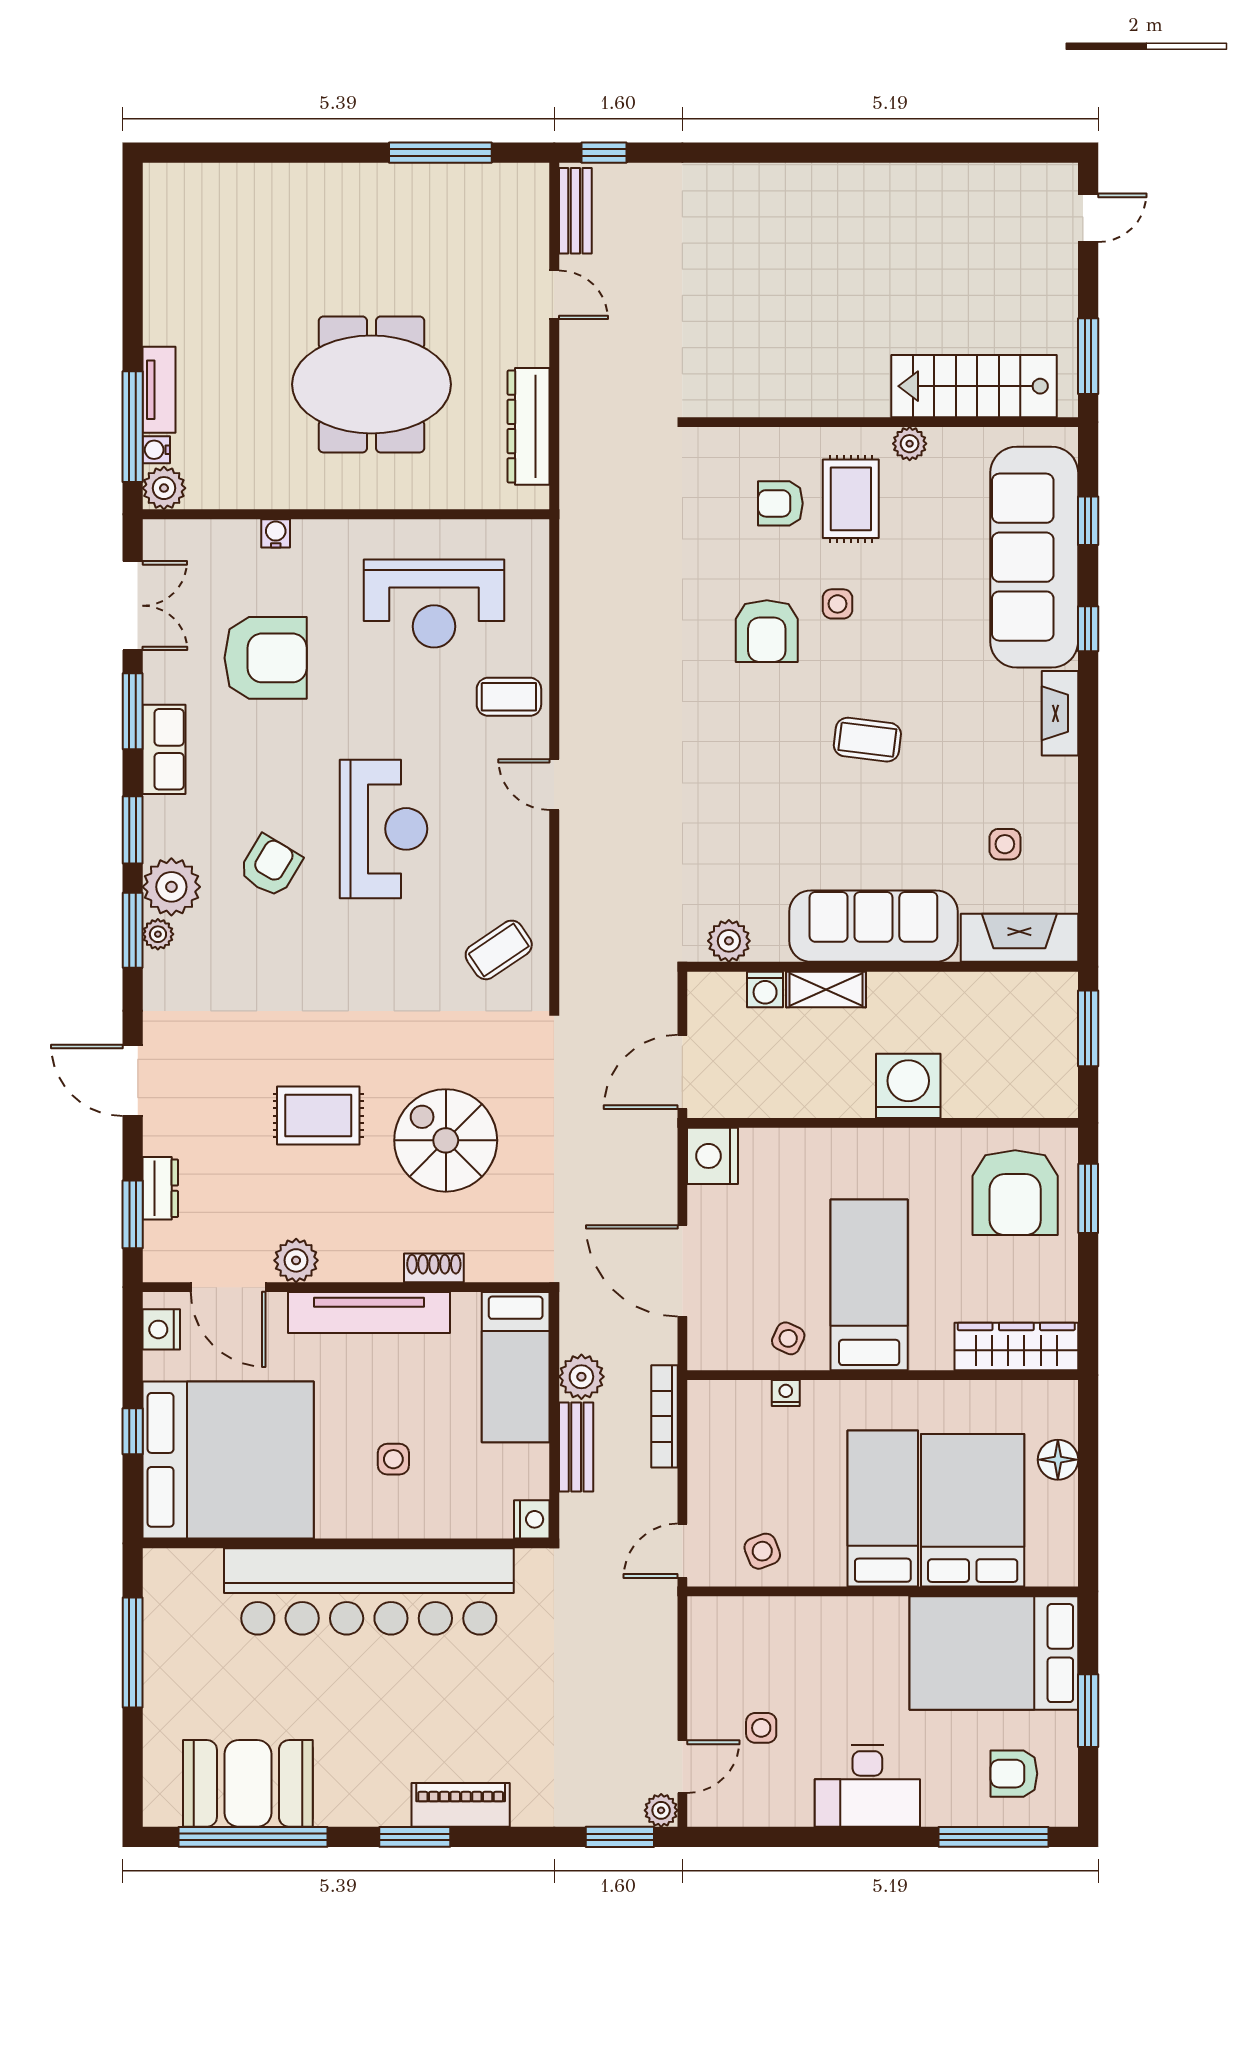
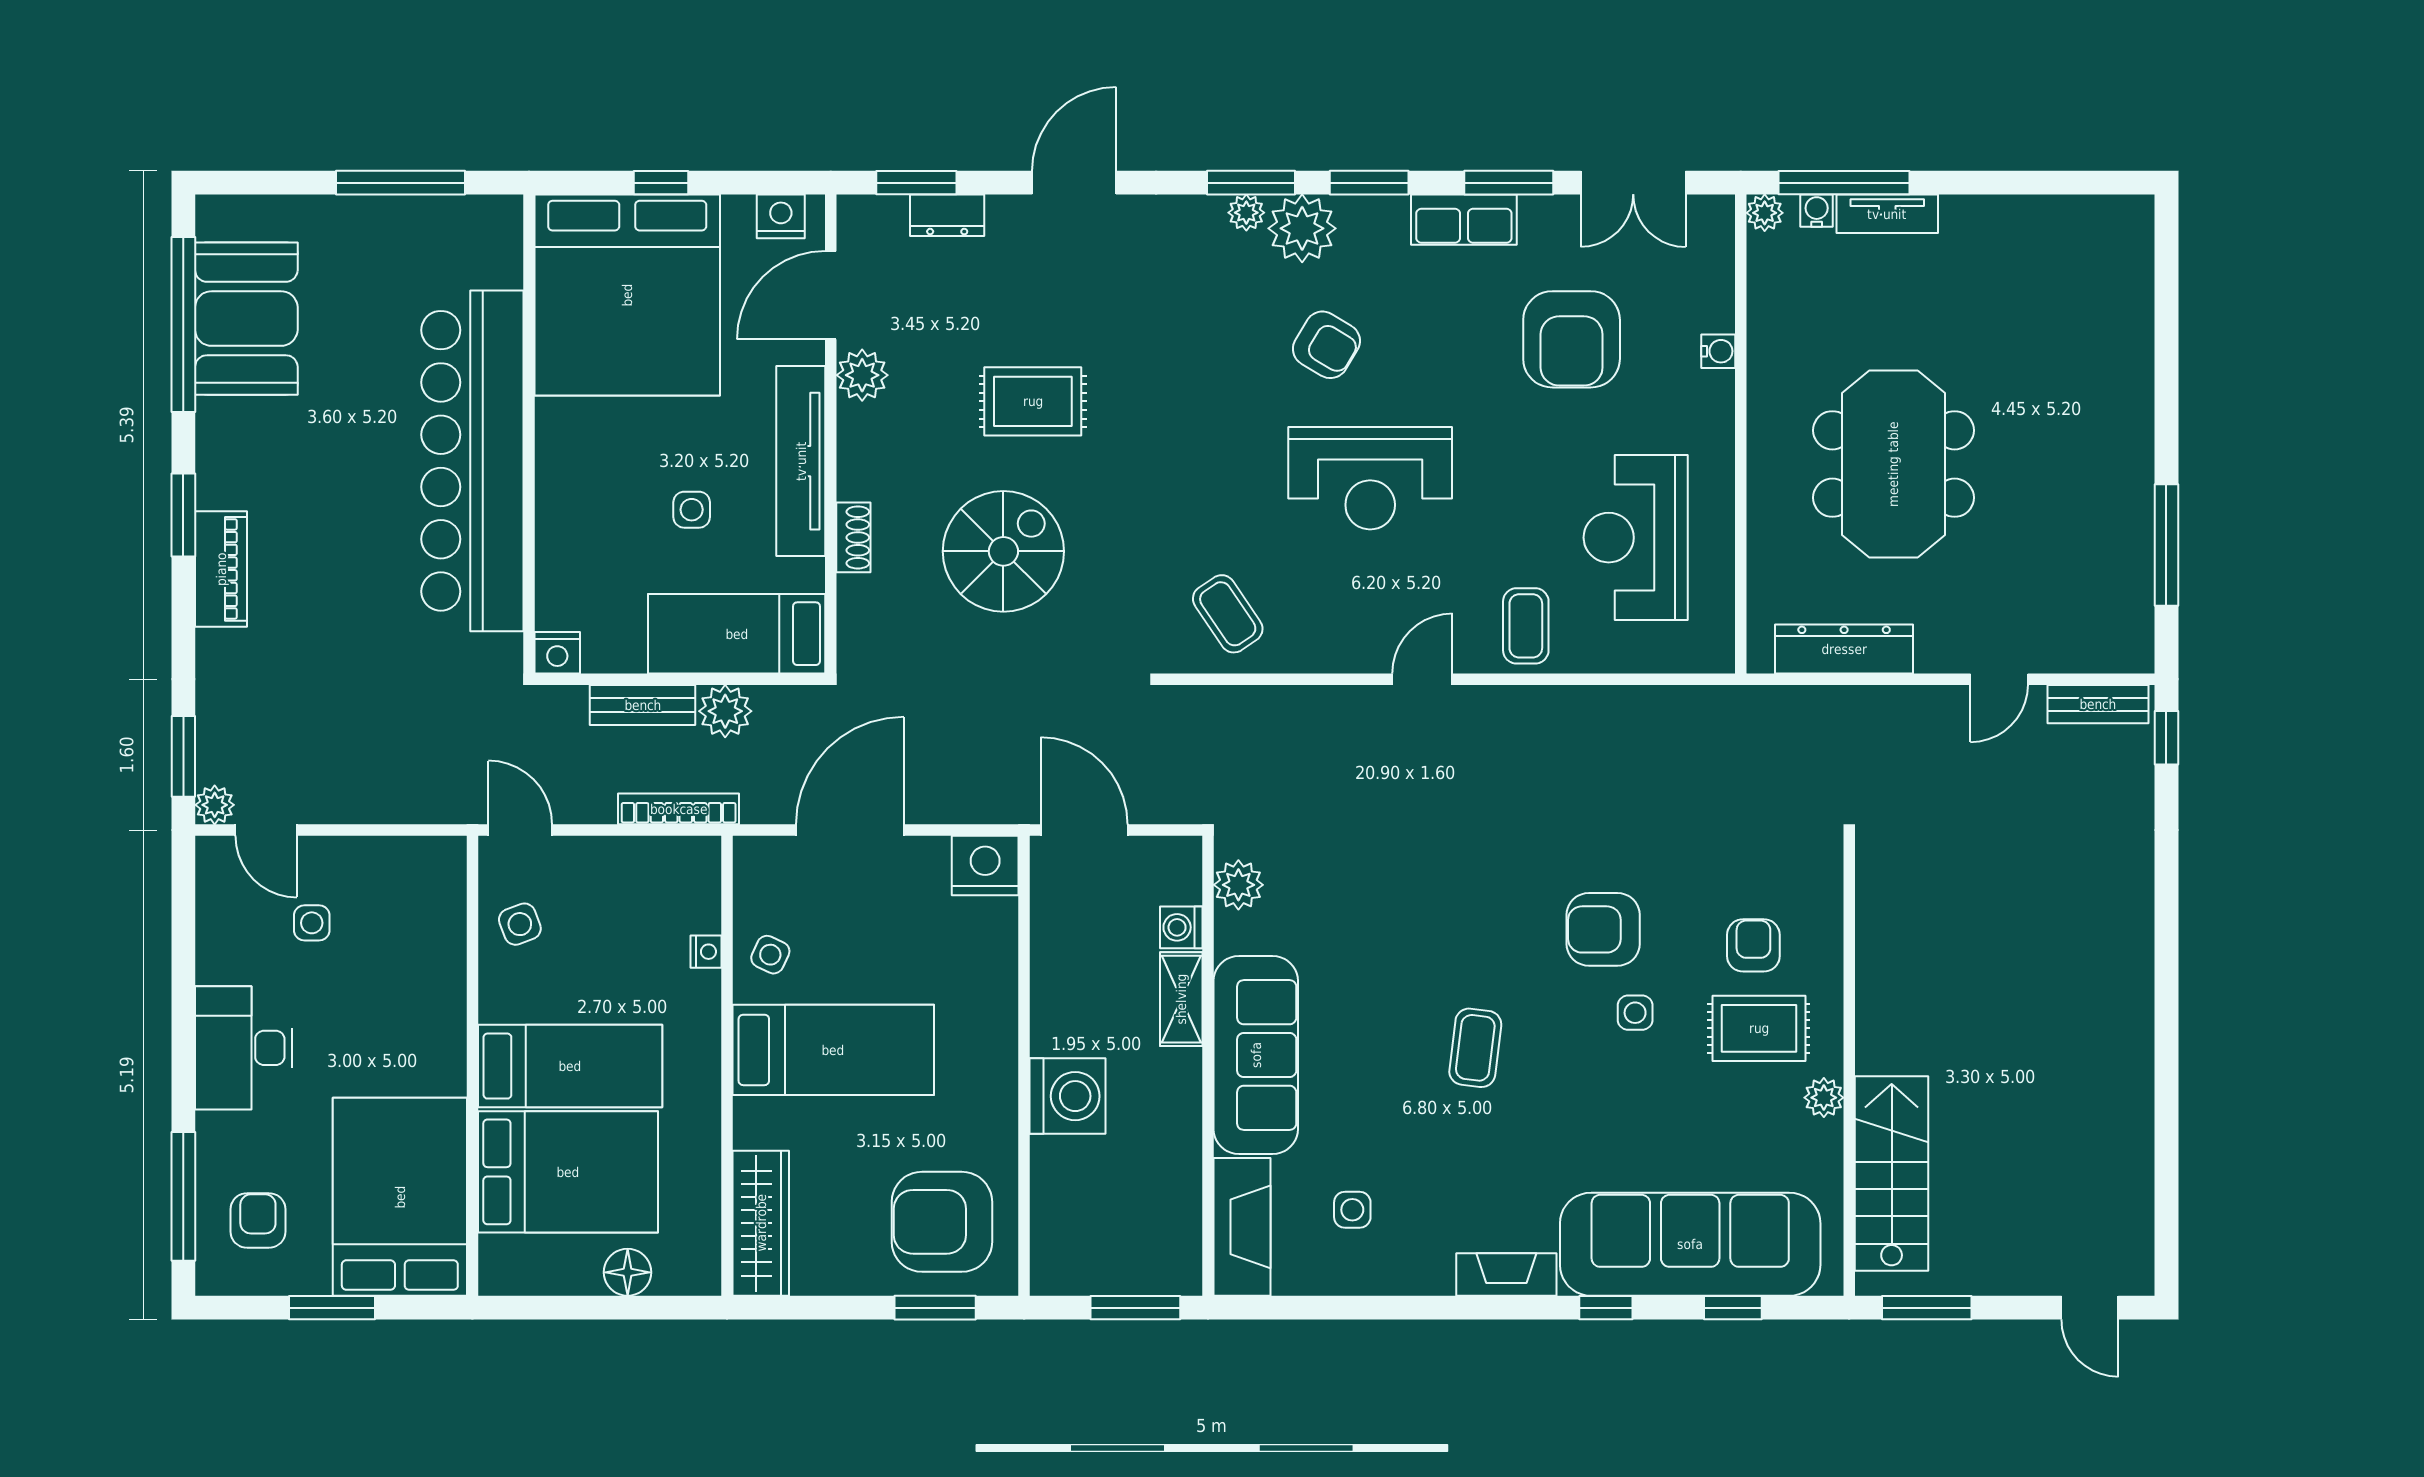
plant: (164, 488) -> (1765, 213), width x0.73, depth x0.73
rug: (318, 1116) -> (1033, 401), turned 90
side table: (393, 1459) -> (692, 510), moved

